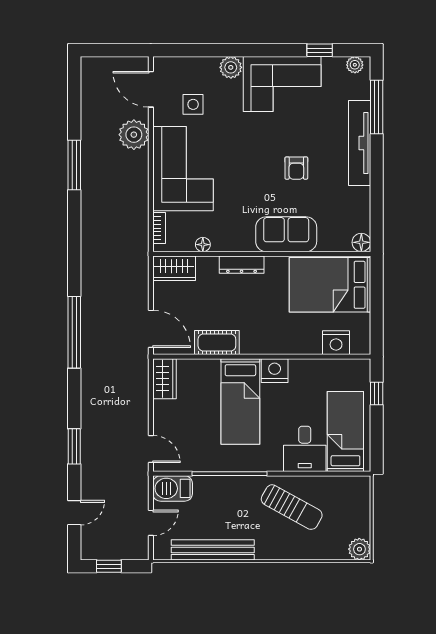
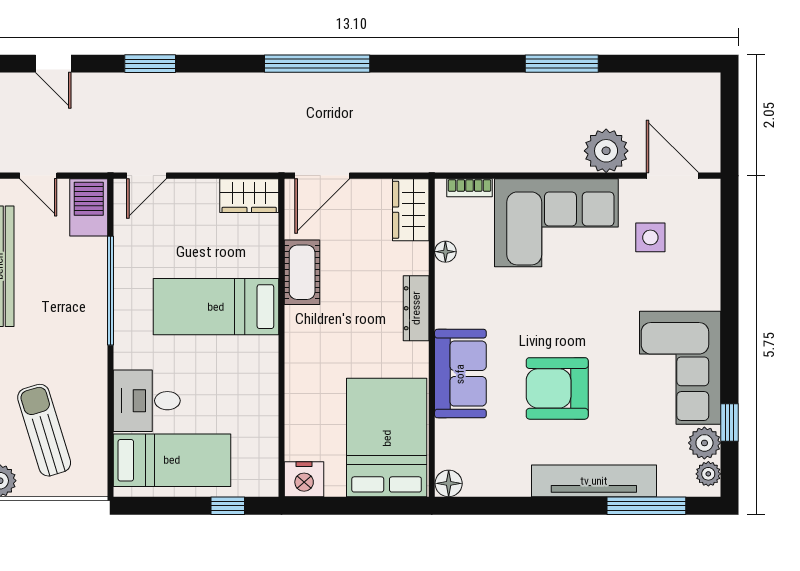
plant: (231, 67) -> (704, 443), moved
door: (151, 89) -> (672, 176), hinge flipped
armchair: (296, 168) -> (557, 388), width x1.88, depth x1.88
nightstand: (336, 343) -> (304, 479), moved, turned -90
nightstand: (275, 371) -> (261, 357), removed
sun lounger: (292, 507) -> (44, 430), moved, turned 134

